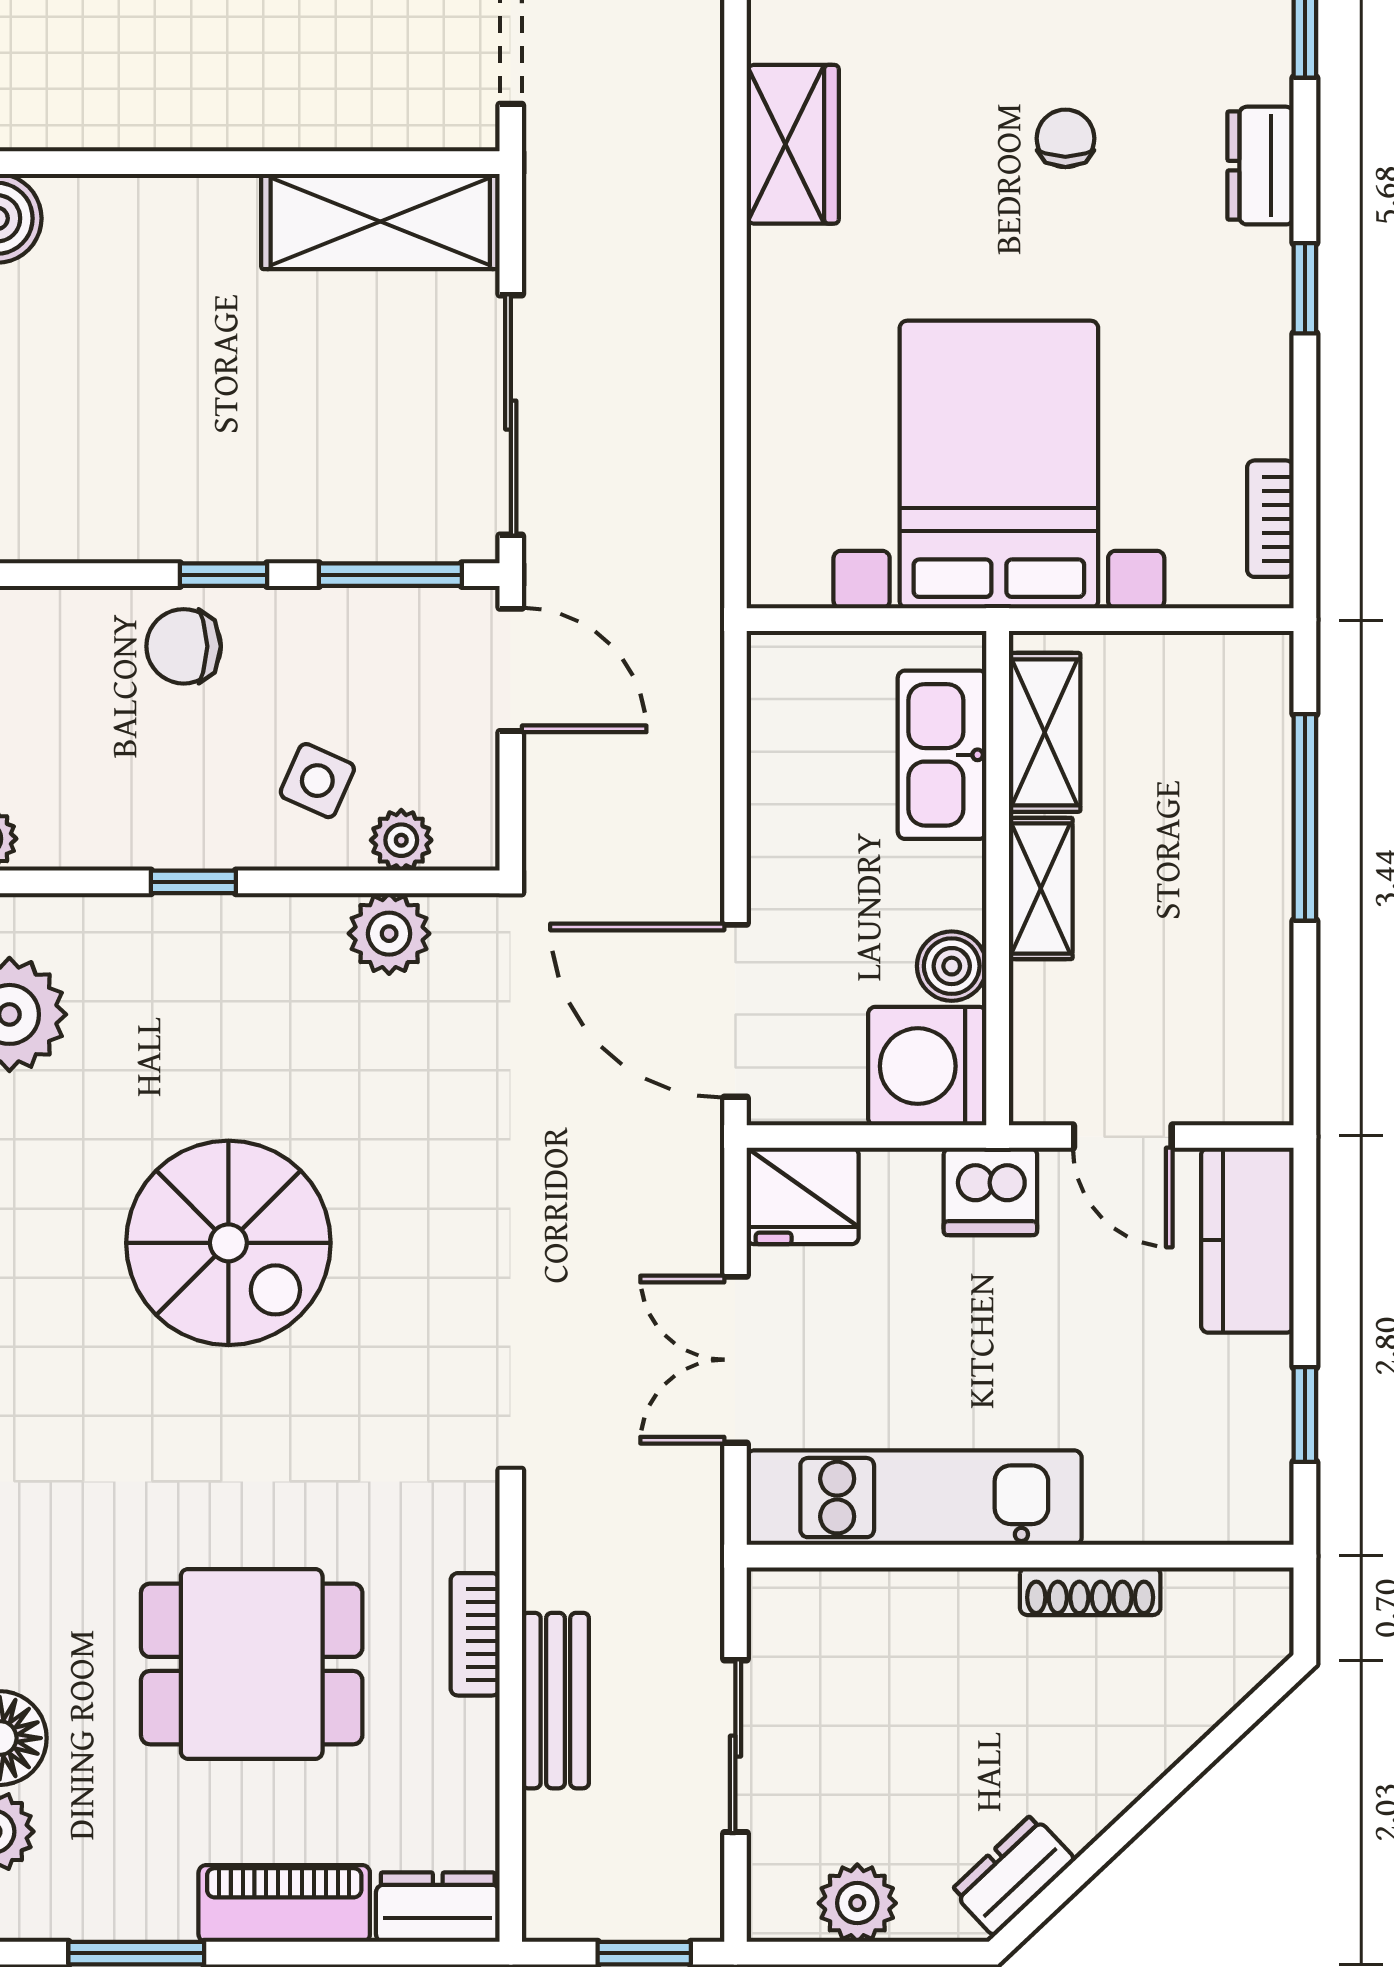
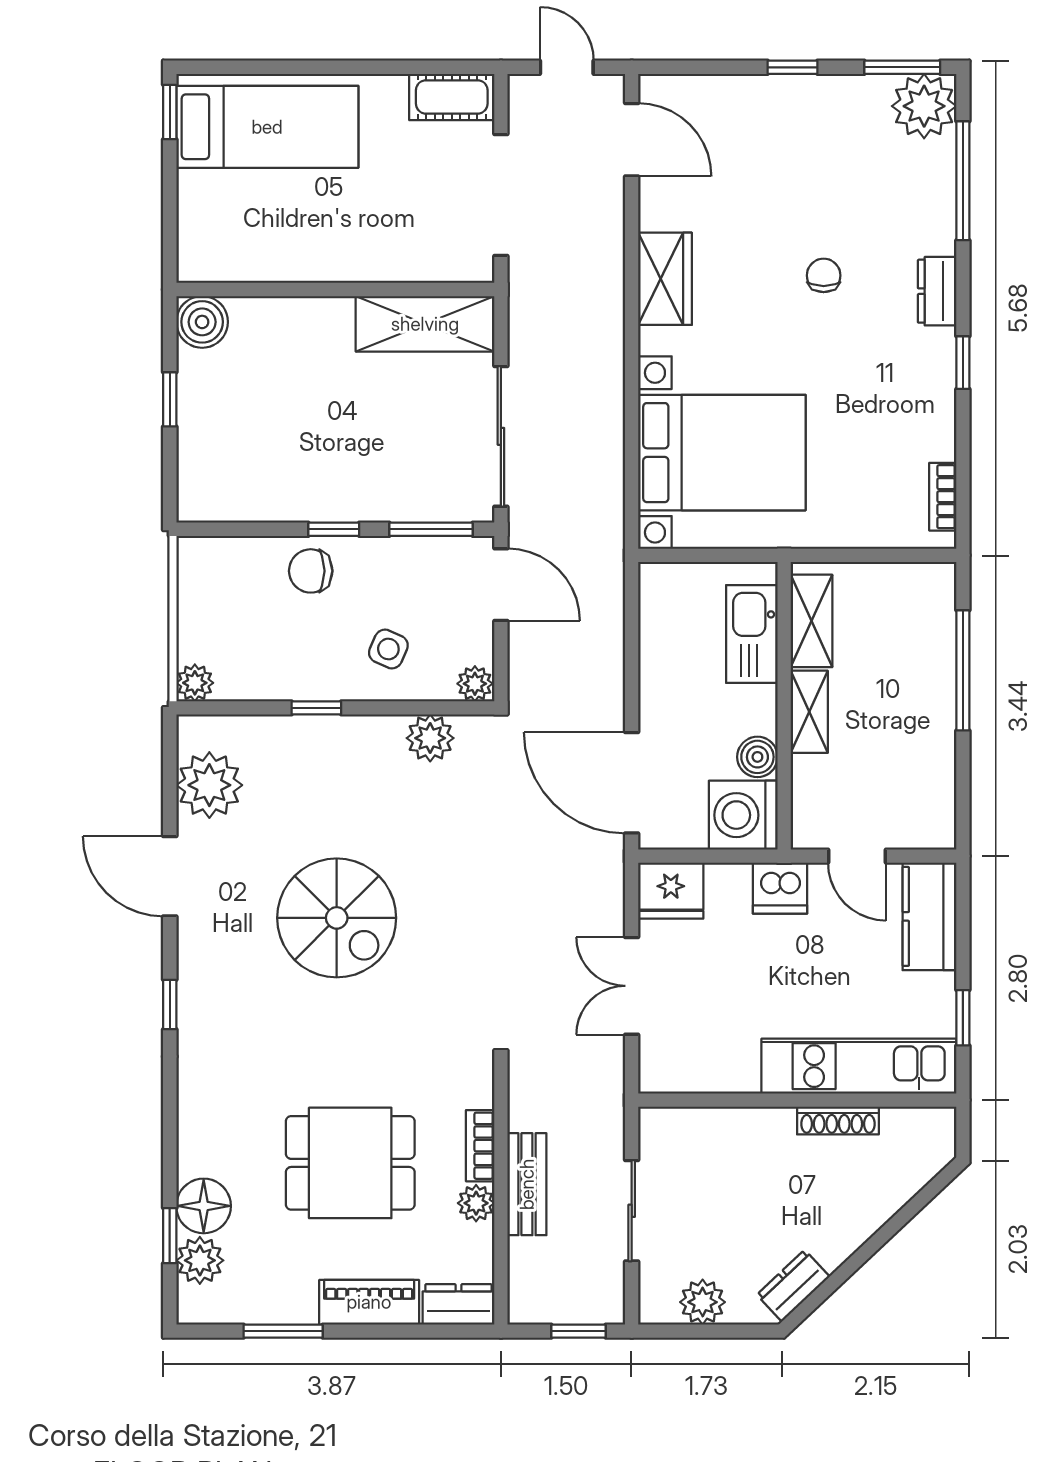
bed with nightstands: (999, 465) -> (722, 453), moved, turned 90
plant: (401, 840) -> (475, 684), moved
kitchen unit: (914, 1498) -> (859, 1066), moved
plant: (468, 1733) -> (476, 1203), added

